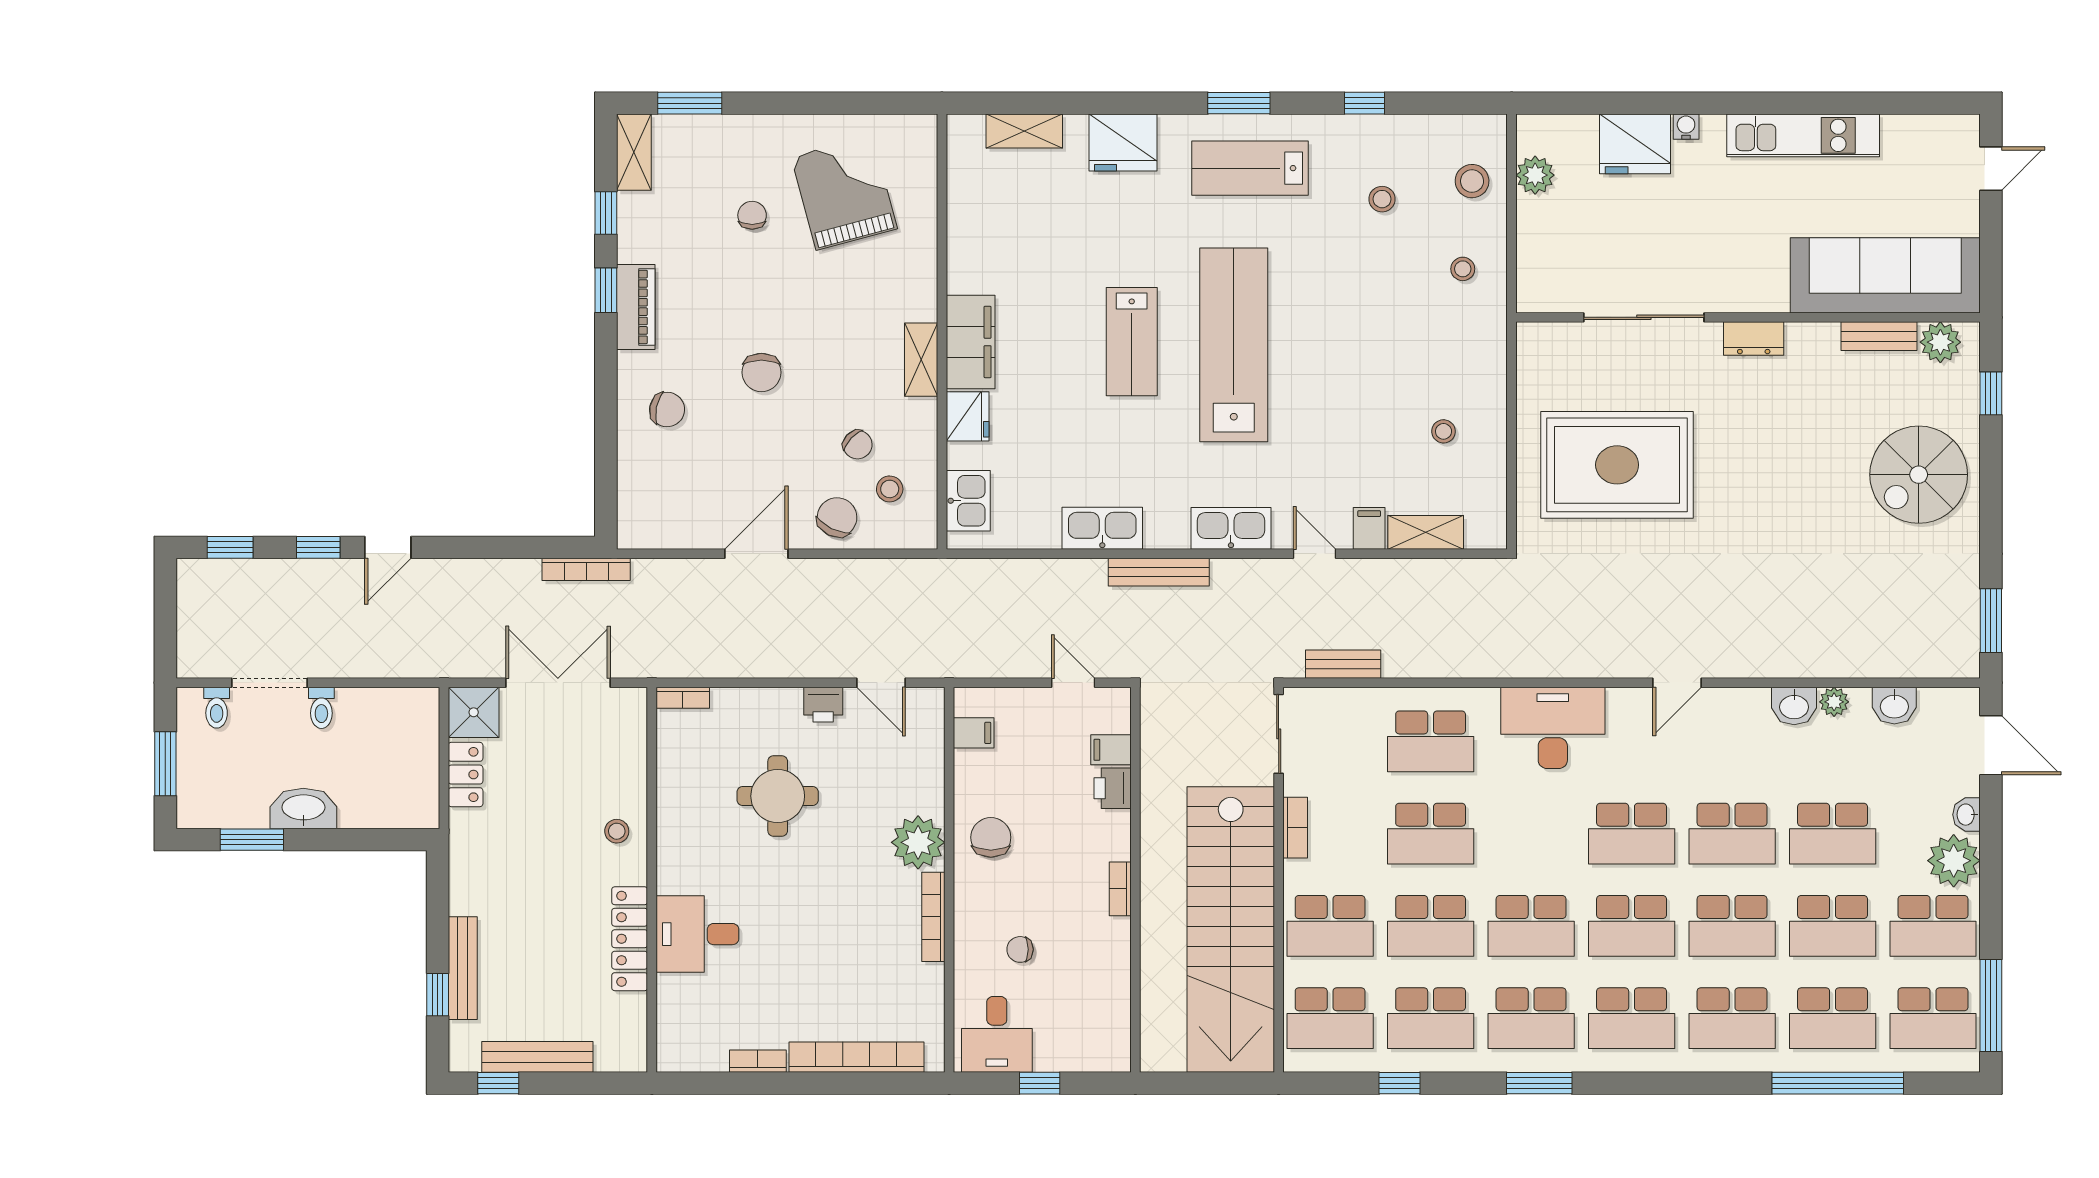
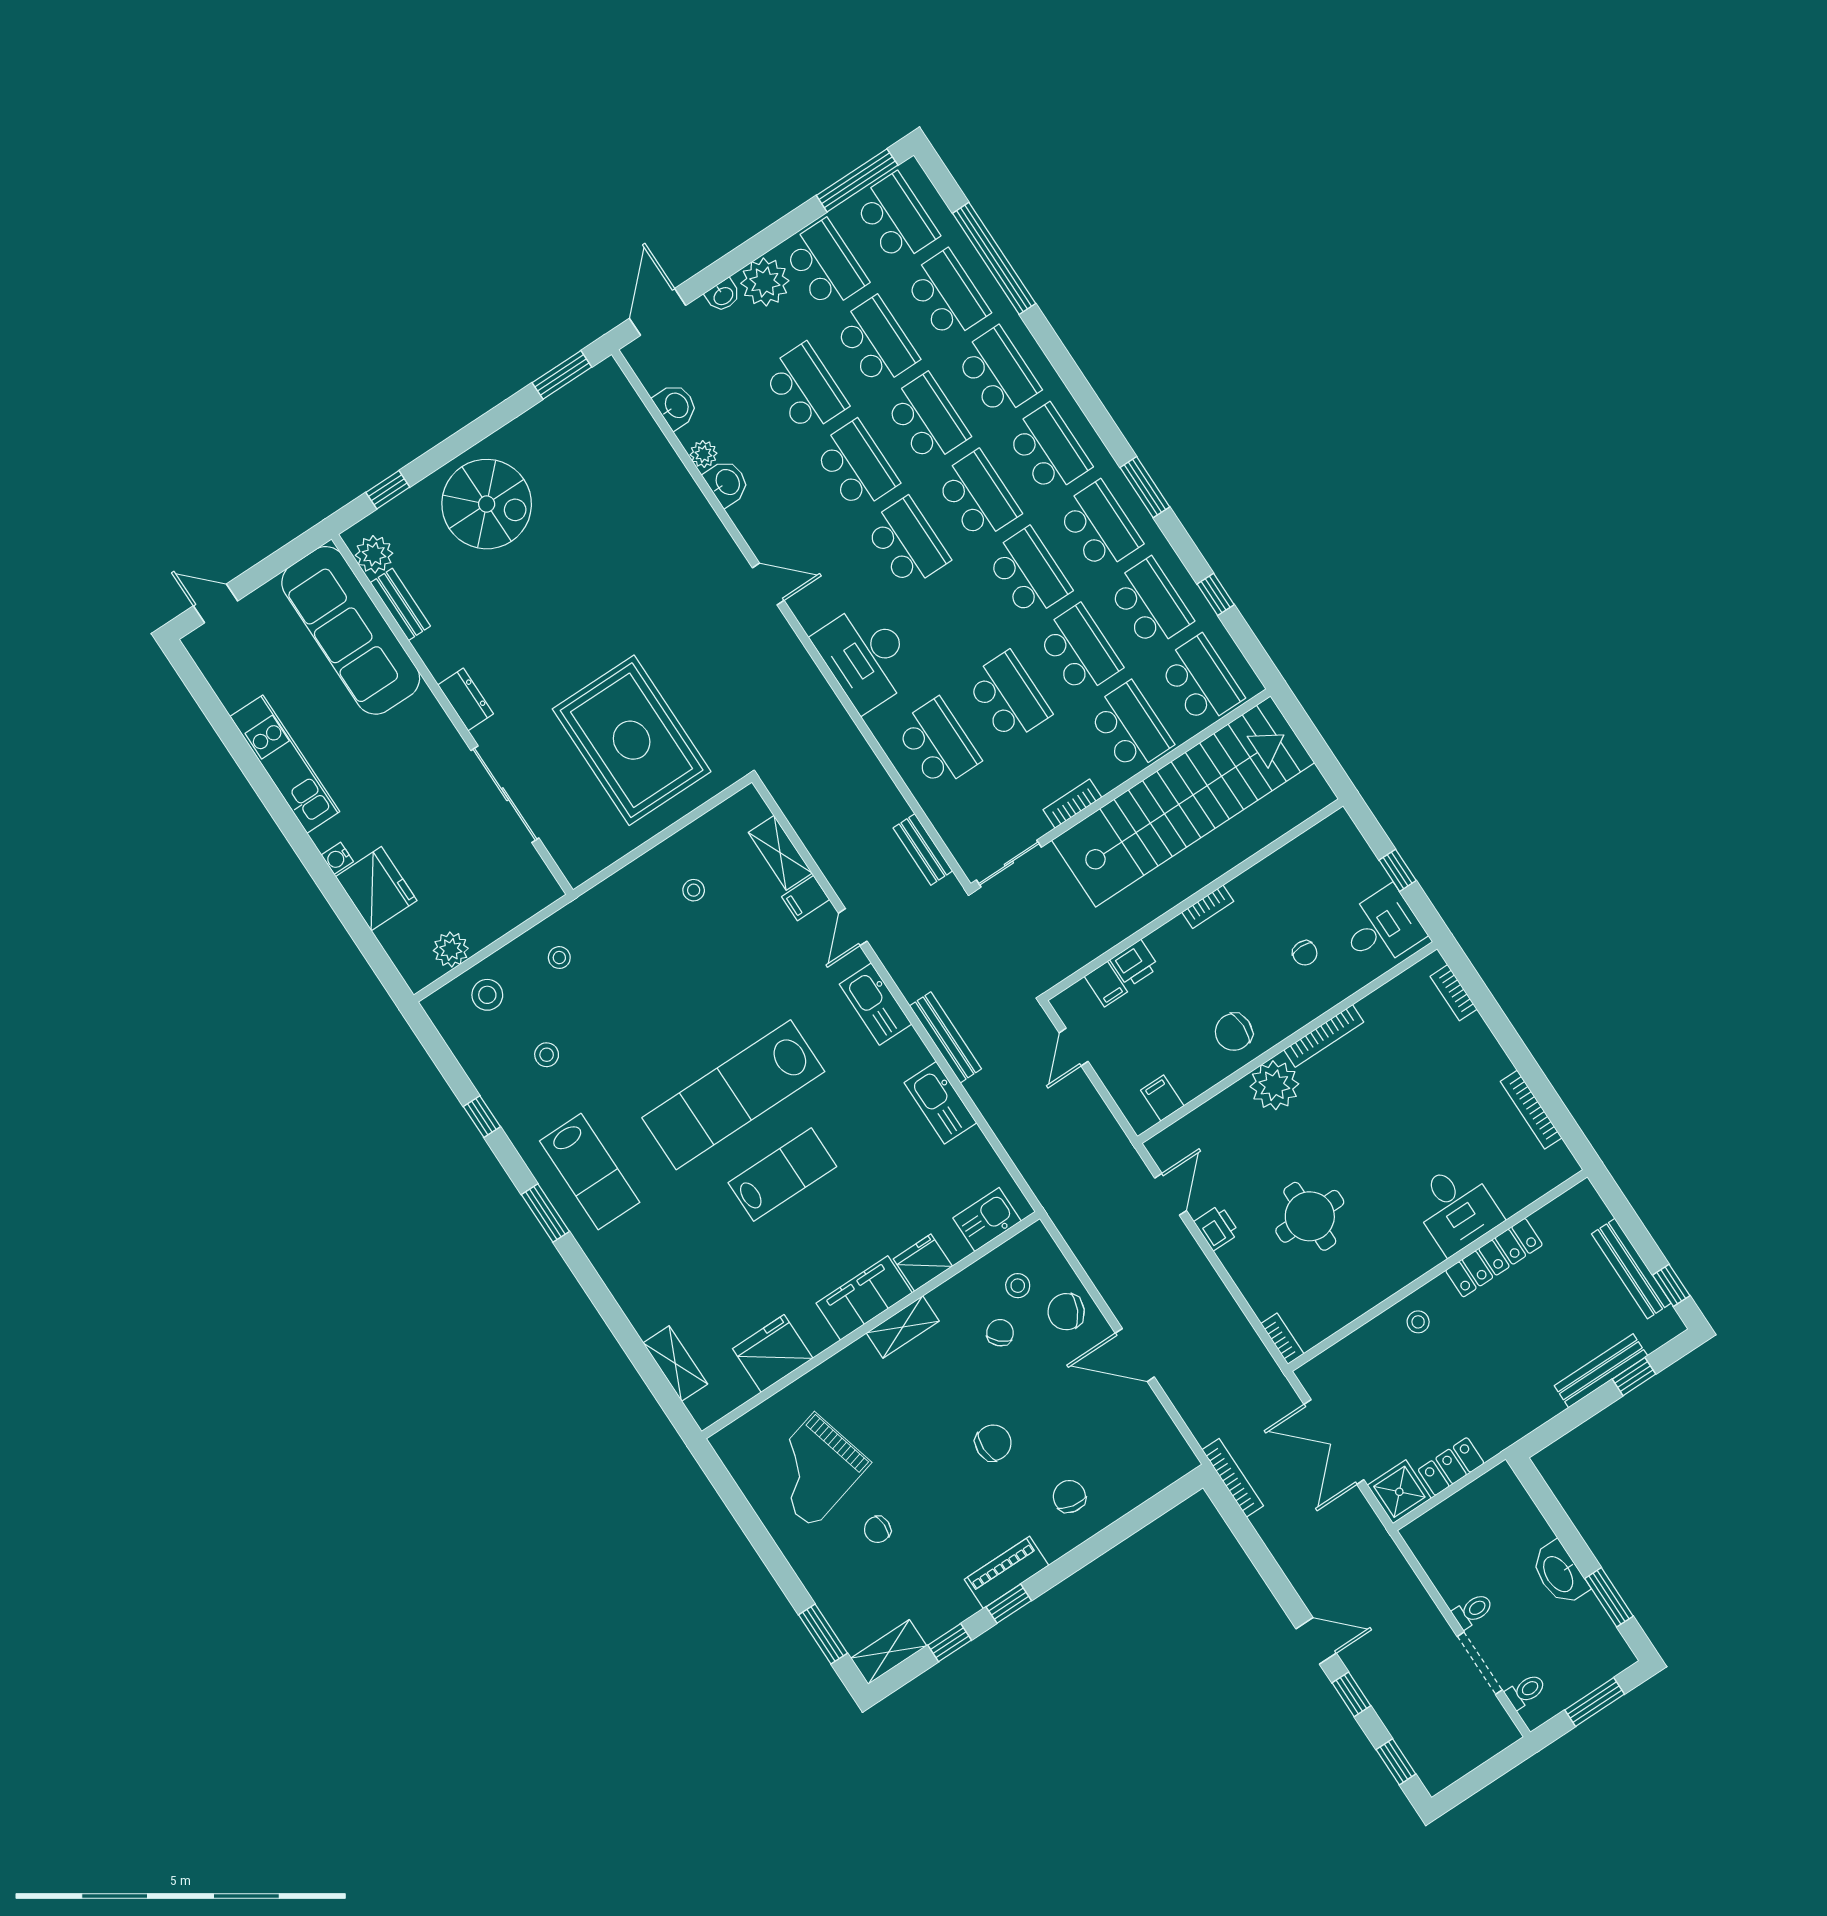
fridge: (1123, 142) -> (773, 1353), moved, turned -90
bookcase: (856, 1057) -> (1454, 993), width x0.43, depth x0.76
bookcase: (758, 1061) -> (1531, 1110), width x1.56

